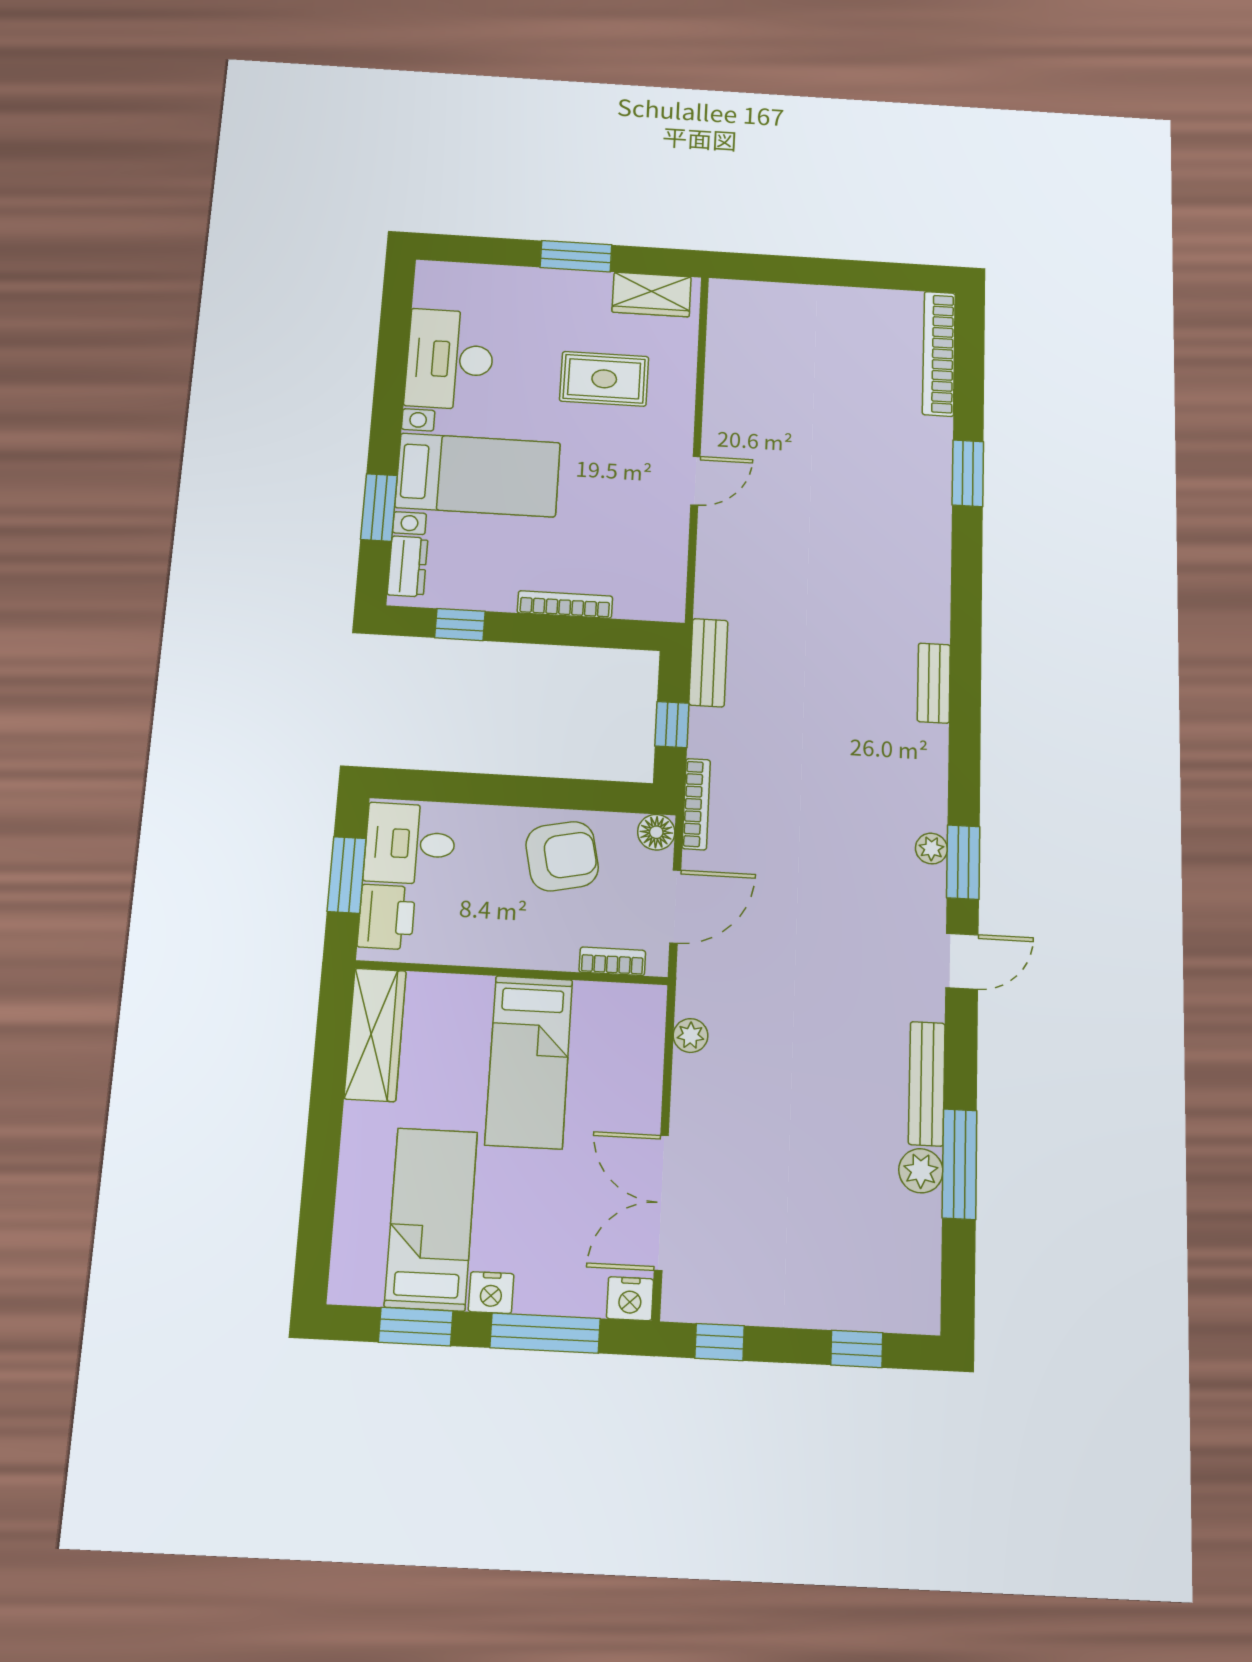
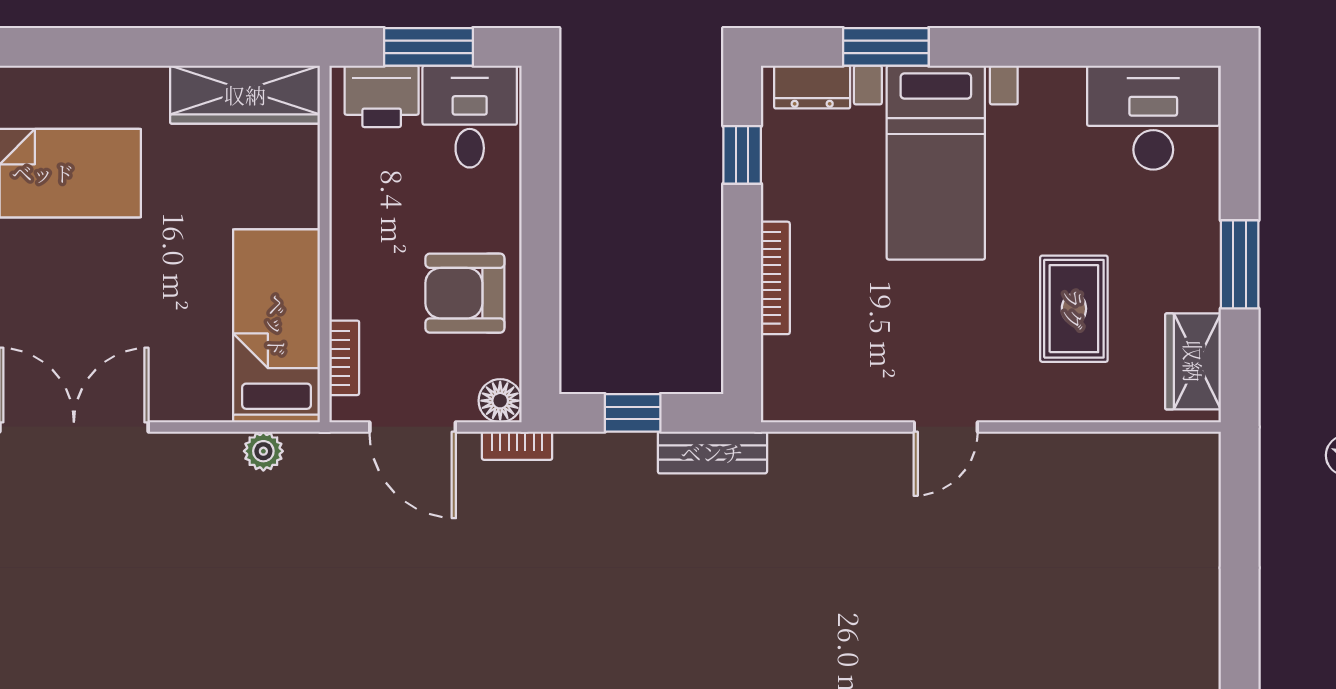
desk: (450, 359) -> (1153, 118), moved
door: (695, 481) -> (946, 427), hinge flipped
bookcase: (696, 804) -> (517, 446), width x0.64
armchair: (562, 856) -> (465, 293), turned 102
bed: (529, 1062) -> (277, 326), moved, turned 90

